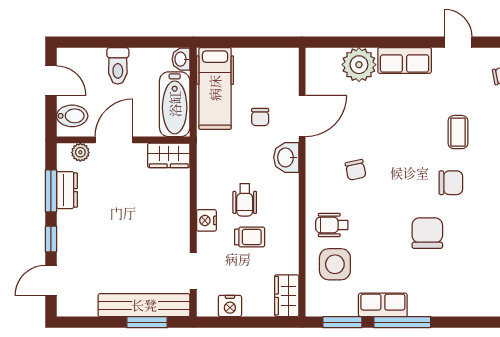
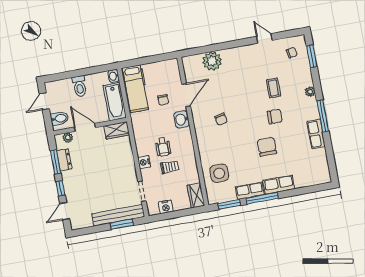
row of seats: (405, 60) -> (279, 185), moved, turned 180
door: (51, 81) -> (44, 101), swing flipped
door: (114, 140) -> (85, 127), hinge flipped
wheelchair: (332, 225) -> (213, 152), removed

